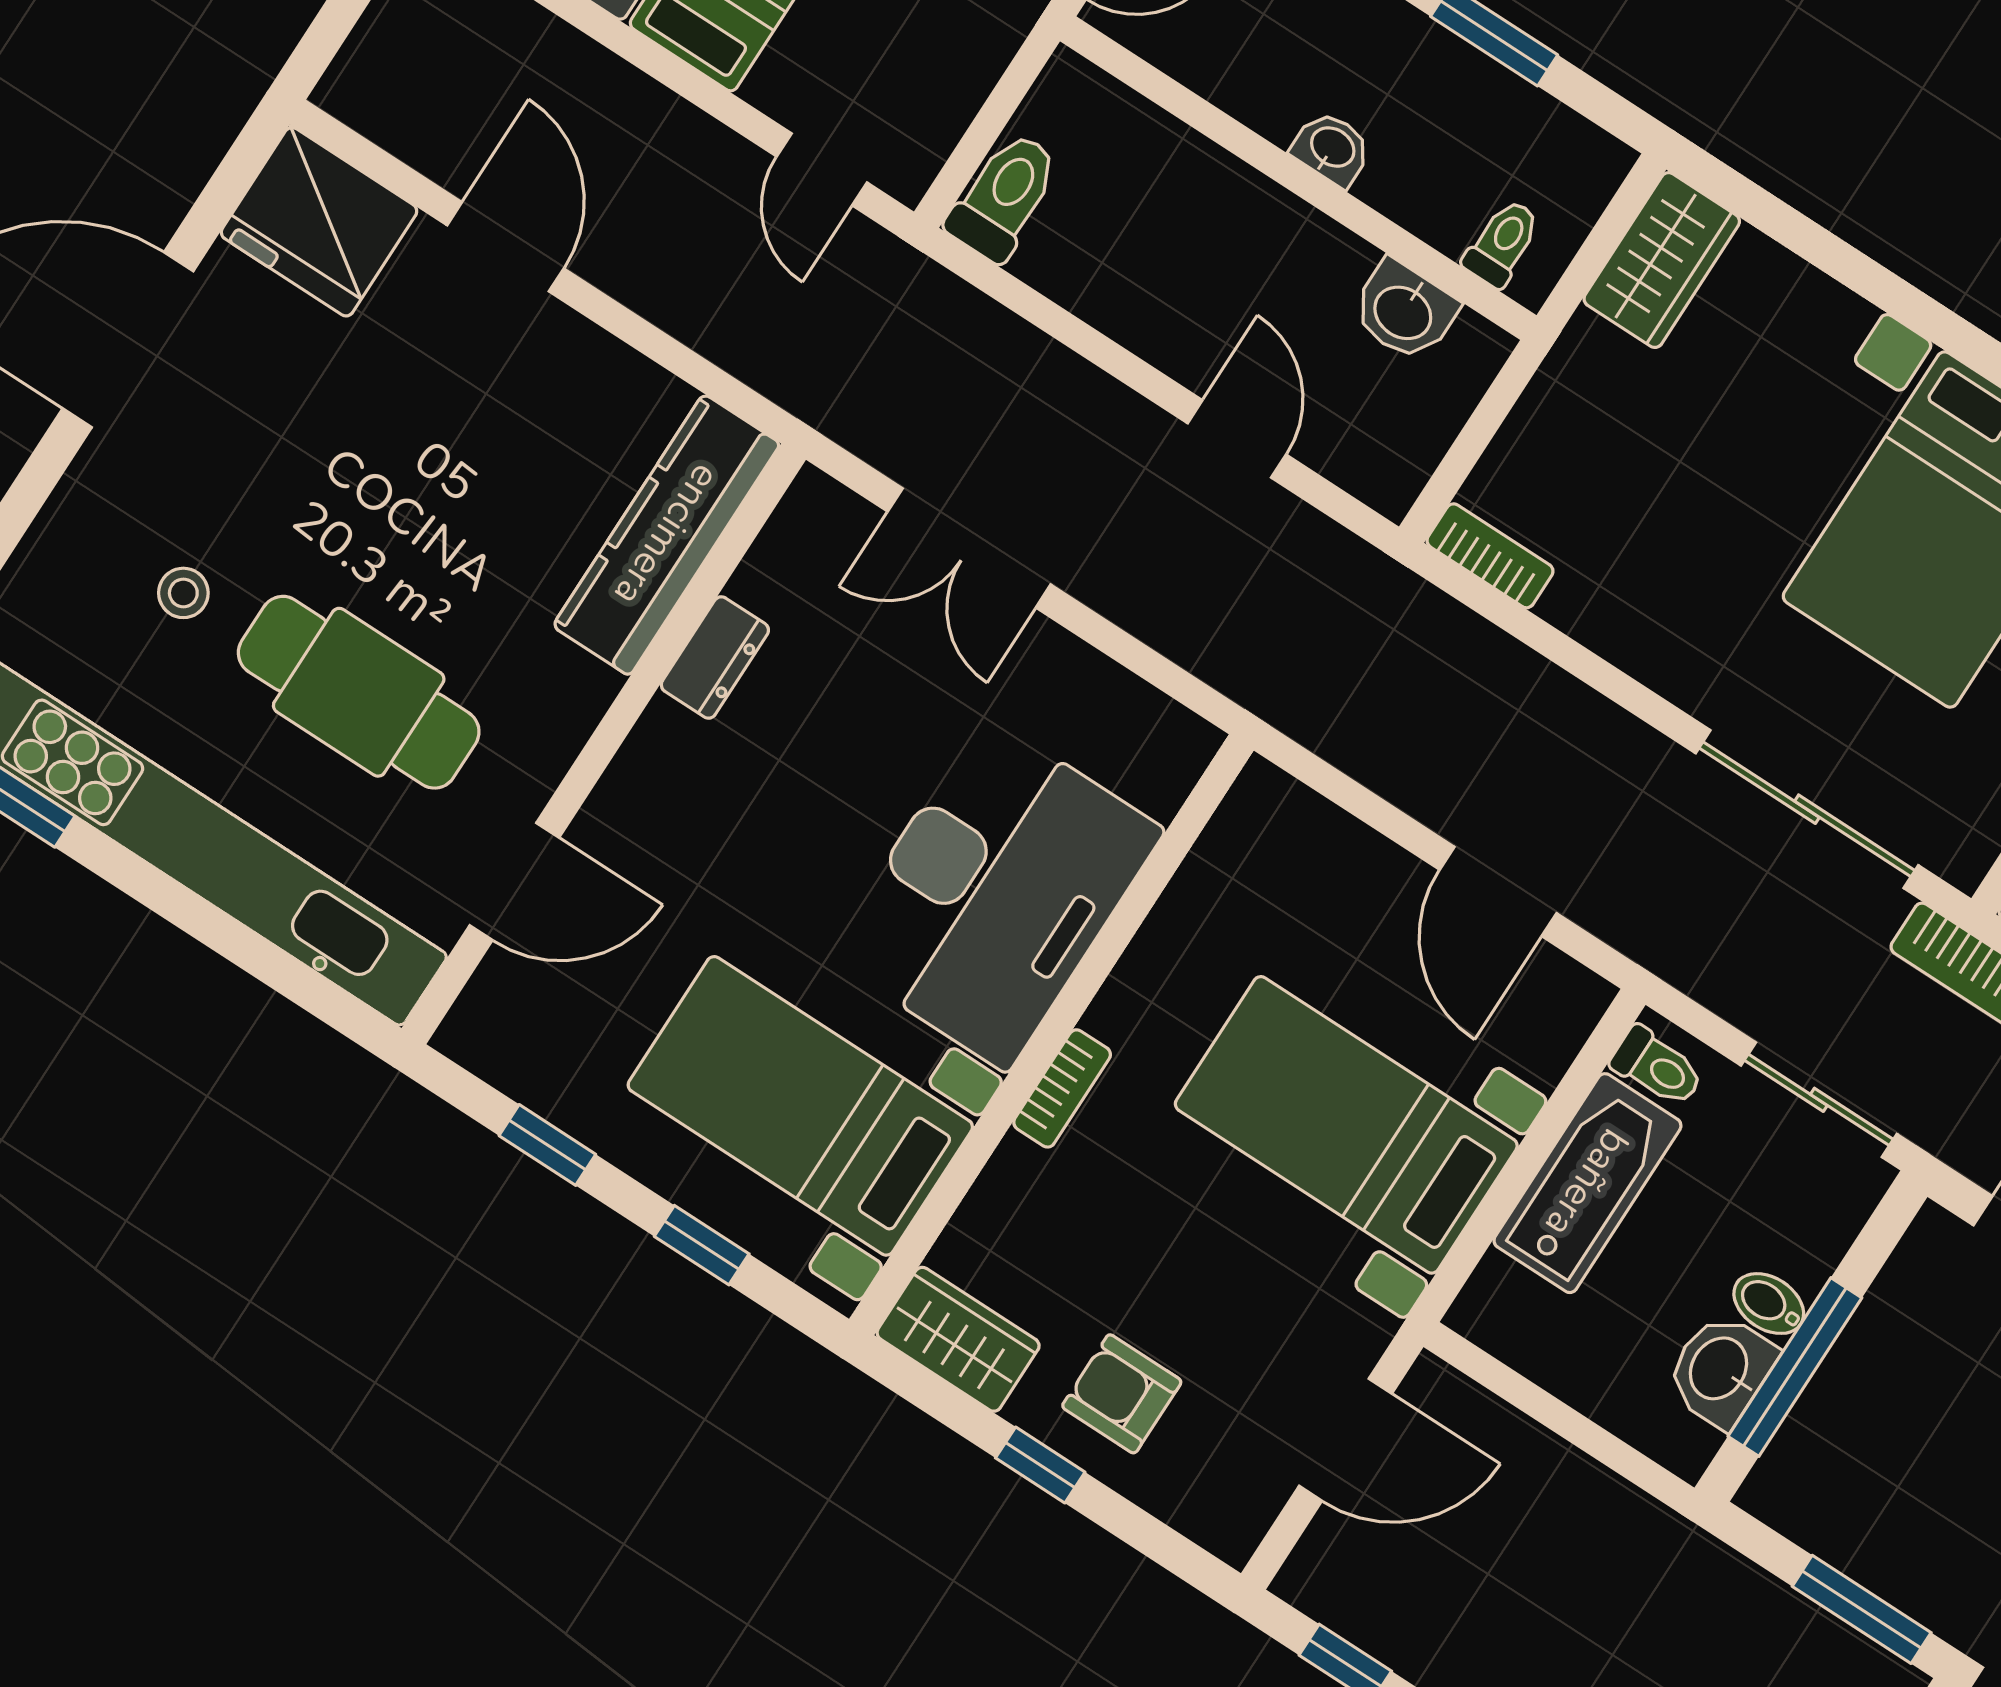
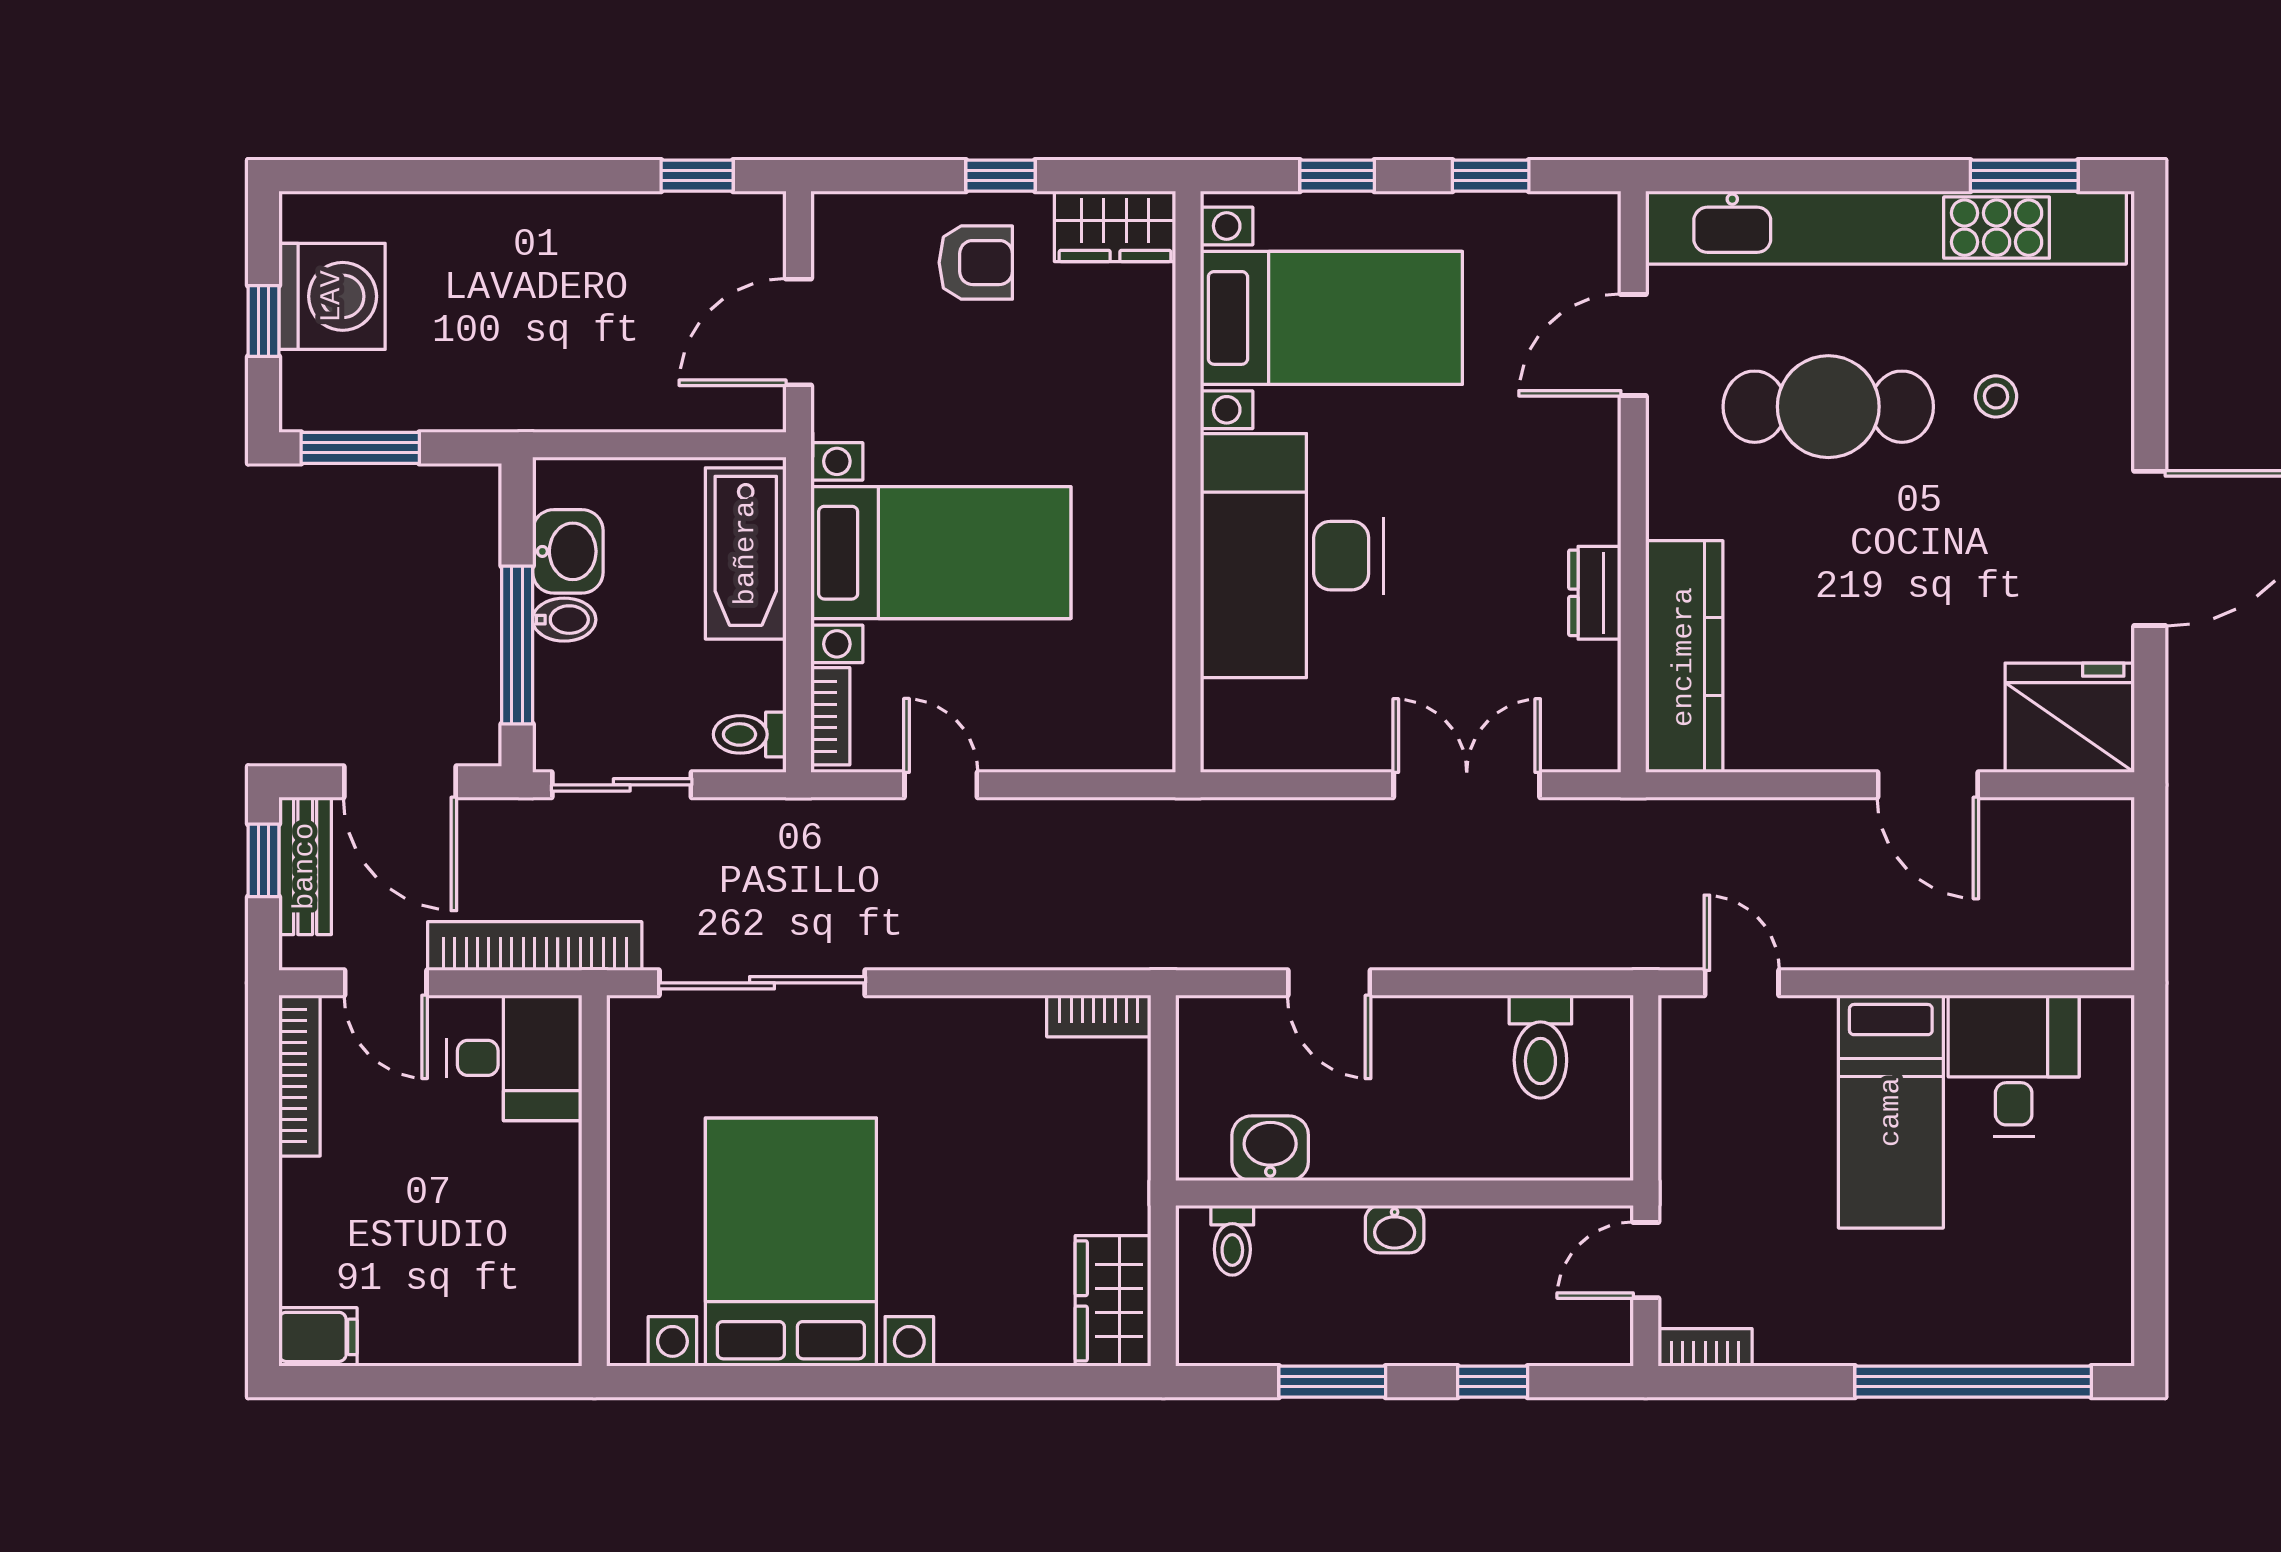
toilet: (1004, 196) -> (1540, 1047), moved
door: (1498, 891) -> (941, 785), width x0.73
bookcase: (1062, 1088) -> (830, 716), moved, turned 180
bathtub: (1587, 1183) -> (746, 553), moved
window: (1795, 1367) -> (517, 645), moved

